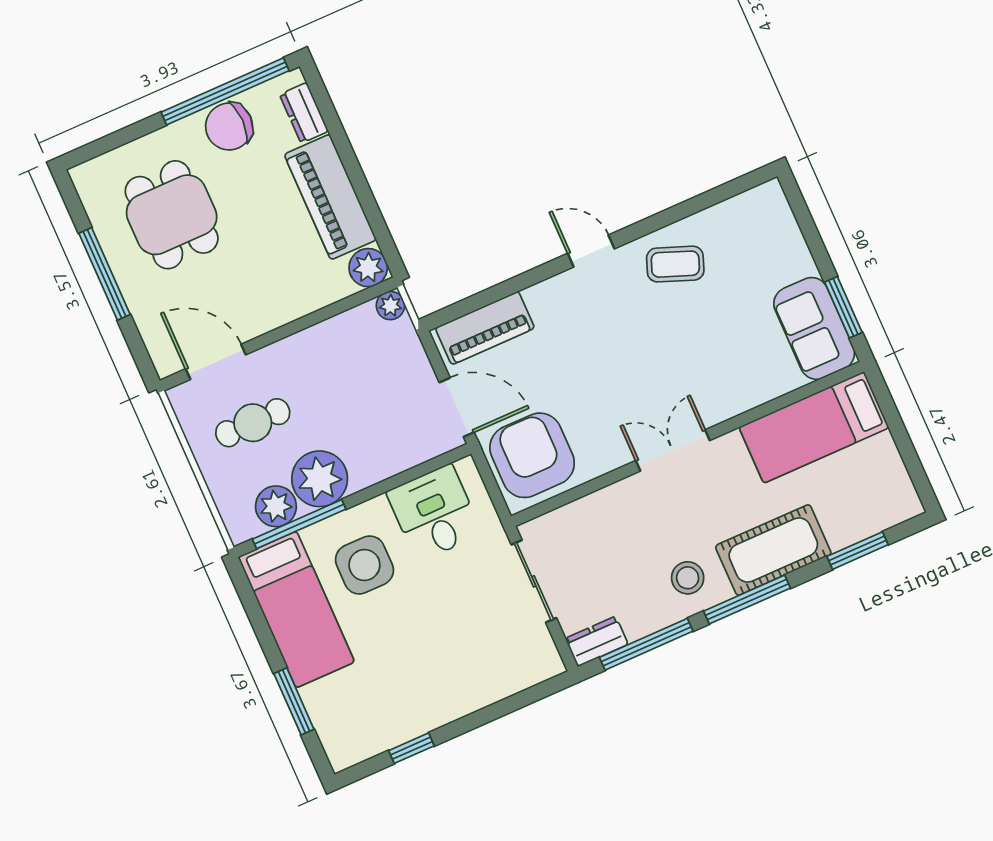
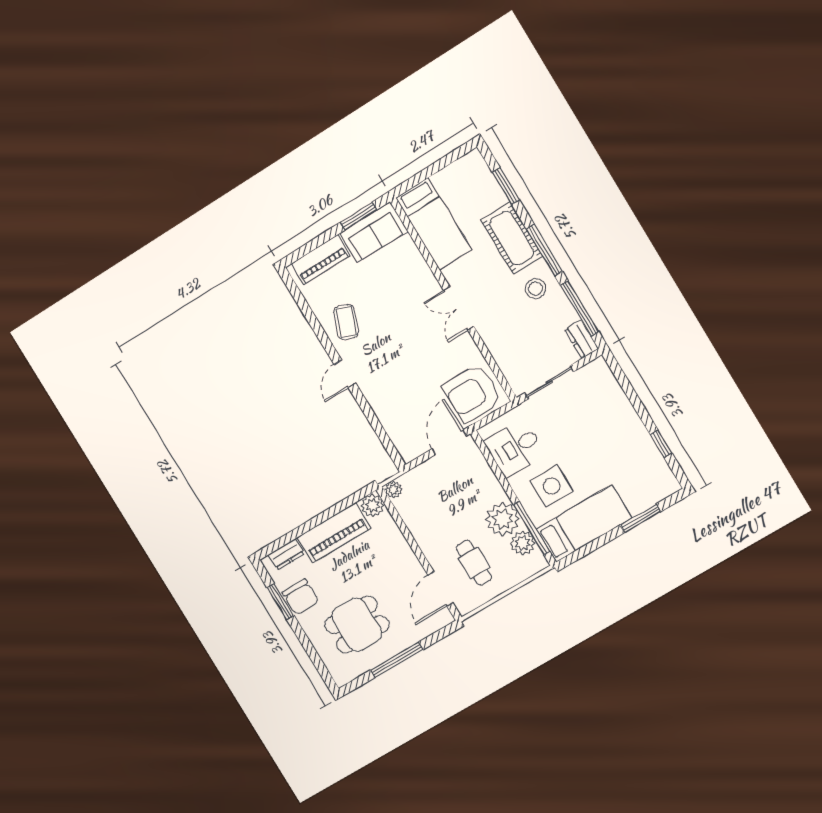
window: (225, 91) -> (280, 602), width x0.47
piano: (485, 328) -> (321, 260), moved, turned 90

